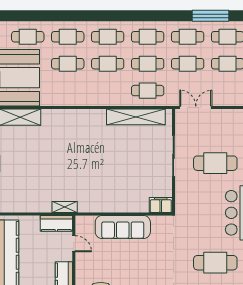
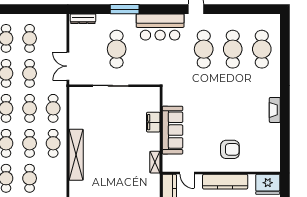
cafe table: (108, 91) -> (53, 143), added
shelving: (136, 117) -> (76, 155), moved
filing cabinet: (161, 205) -> (153, 122), moved
shelving: (65, 207) -> (155, 162), moved
door: (74, 244) -> (187, 173), swing flipped

